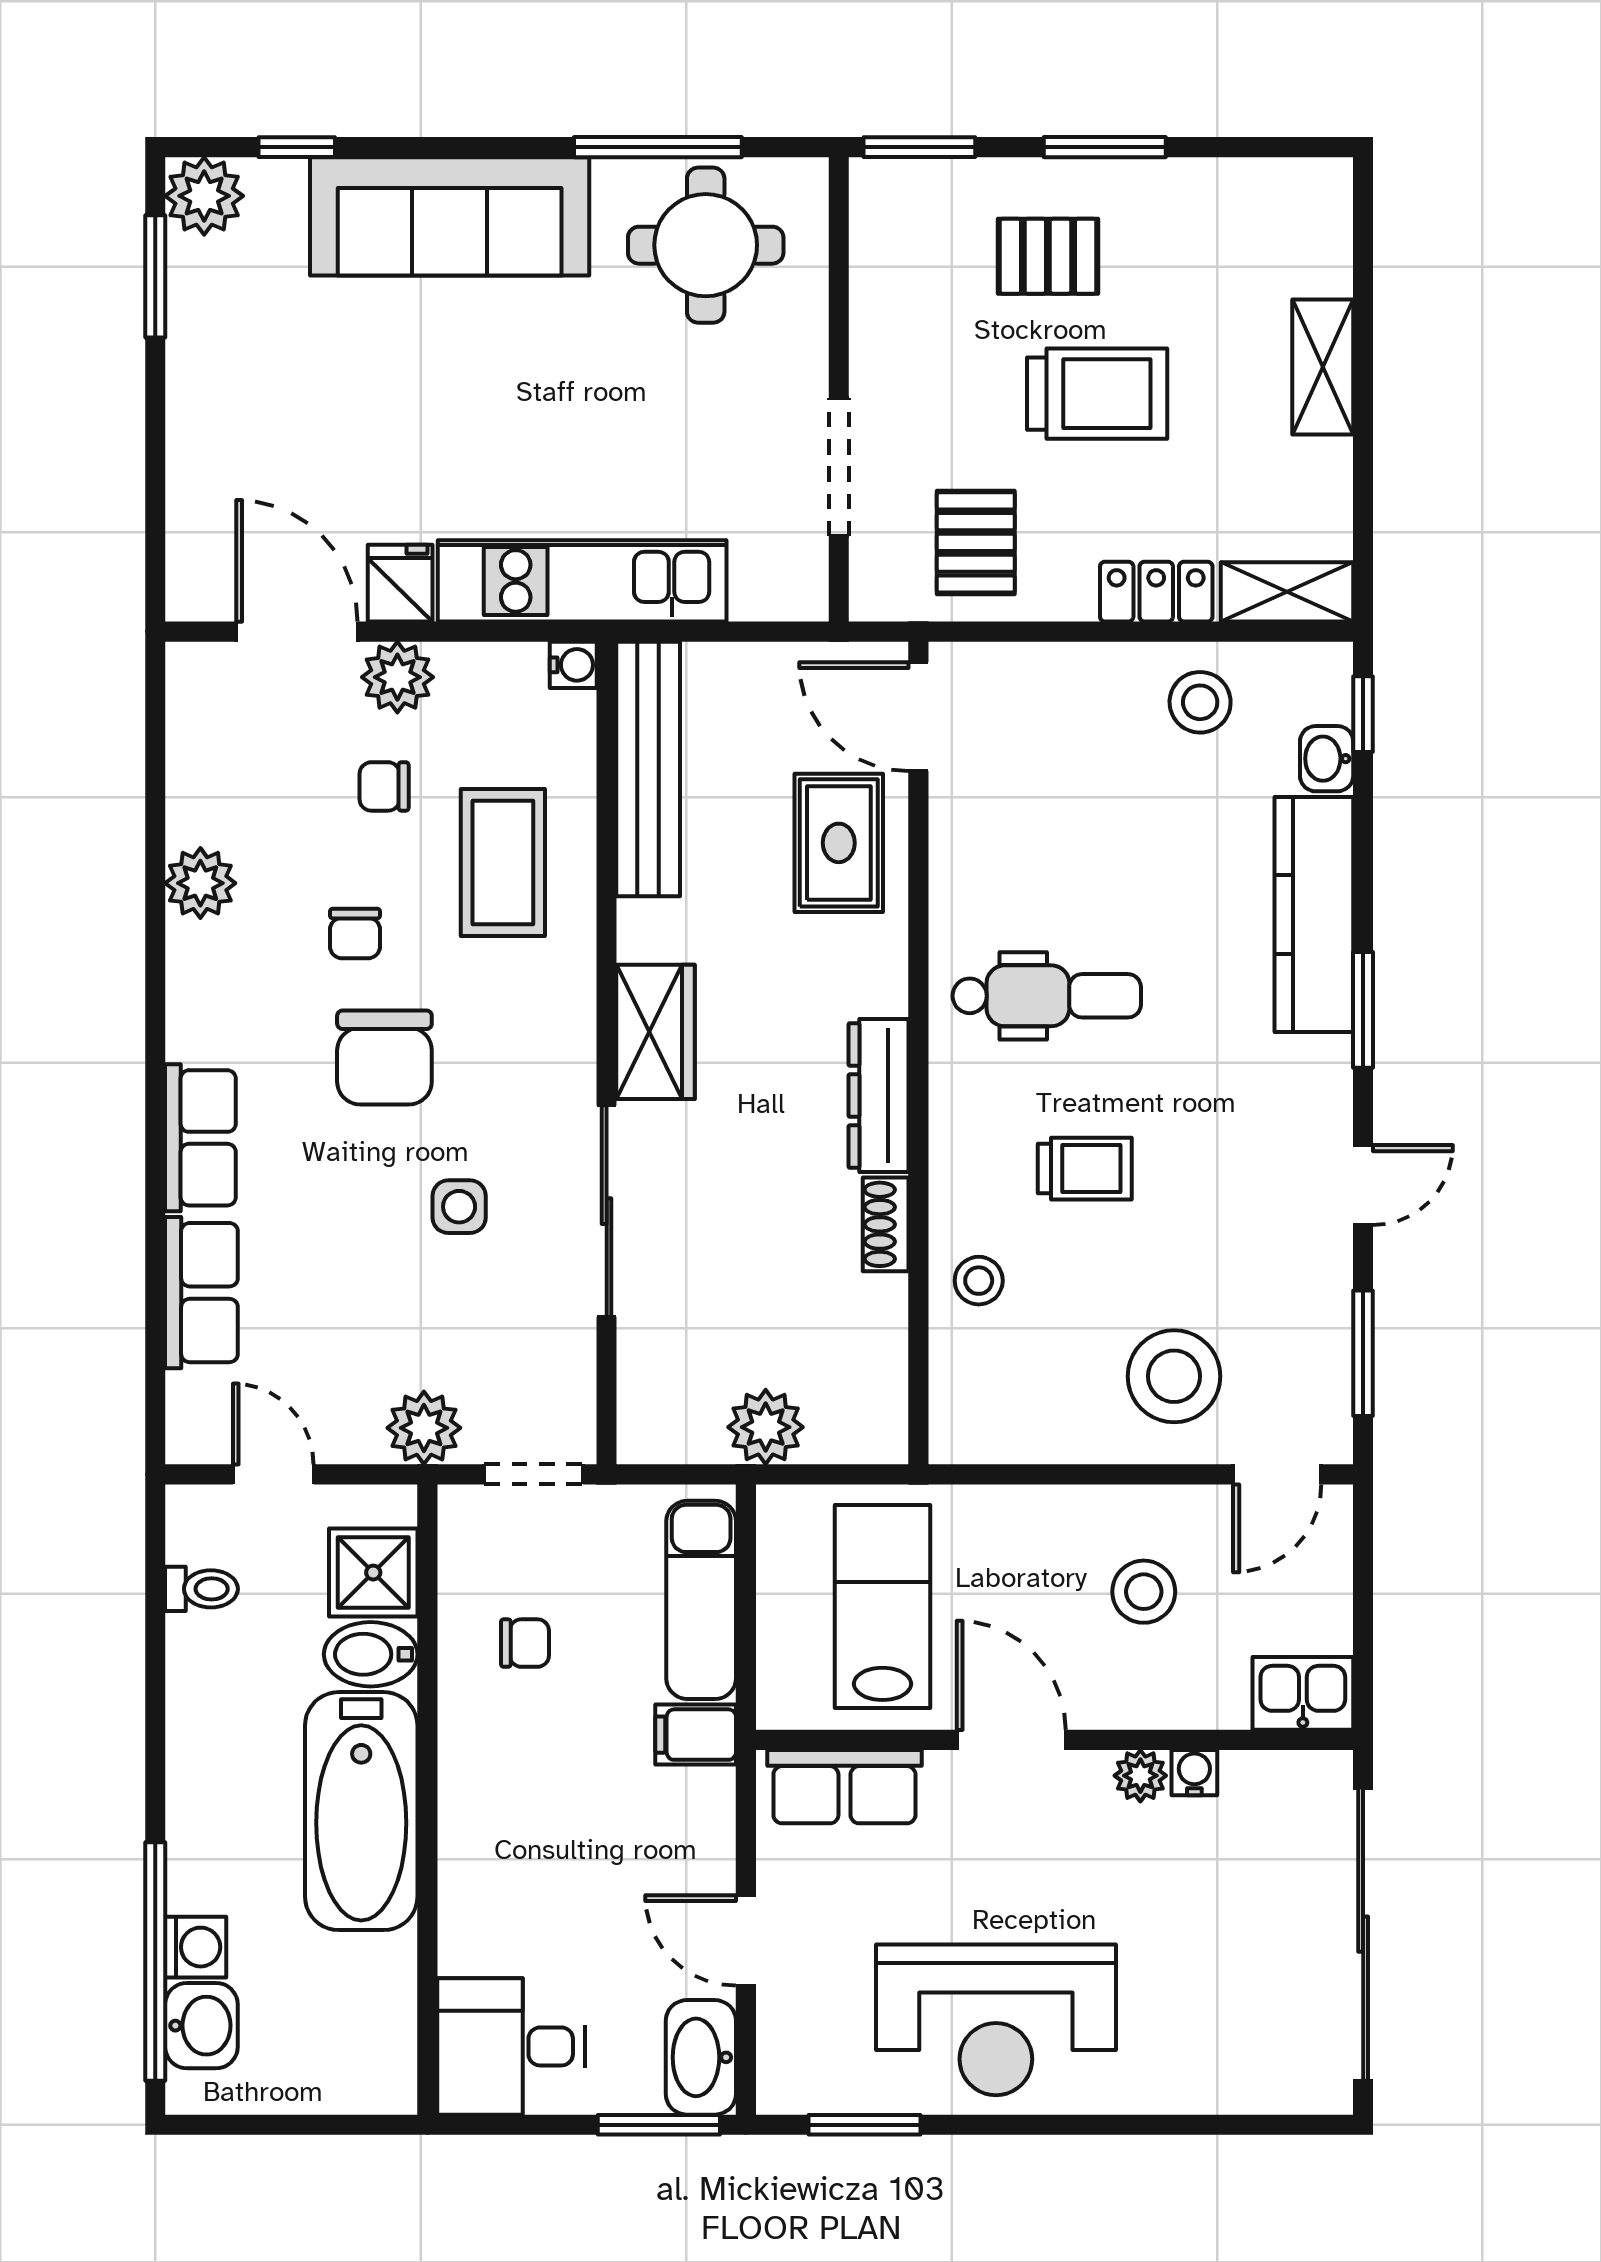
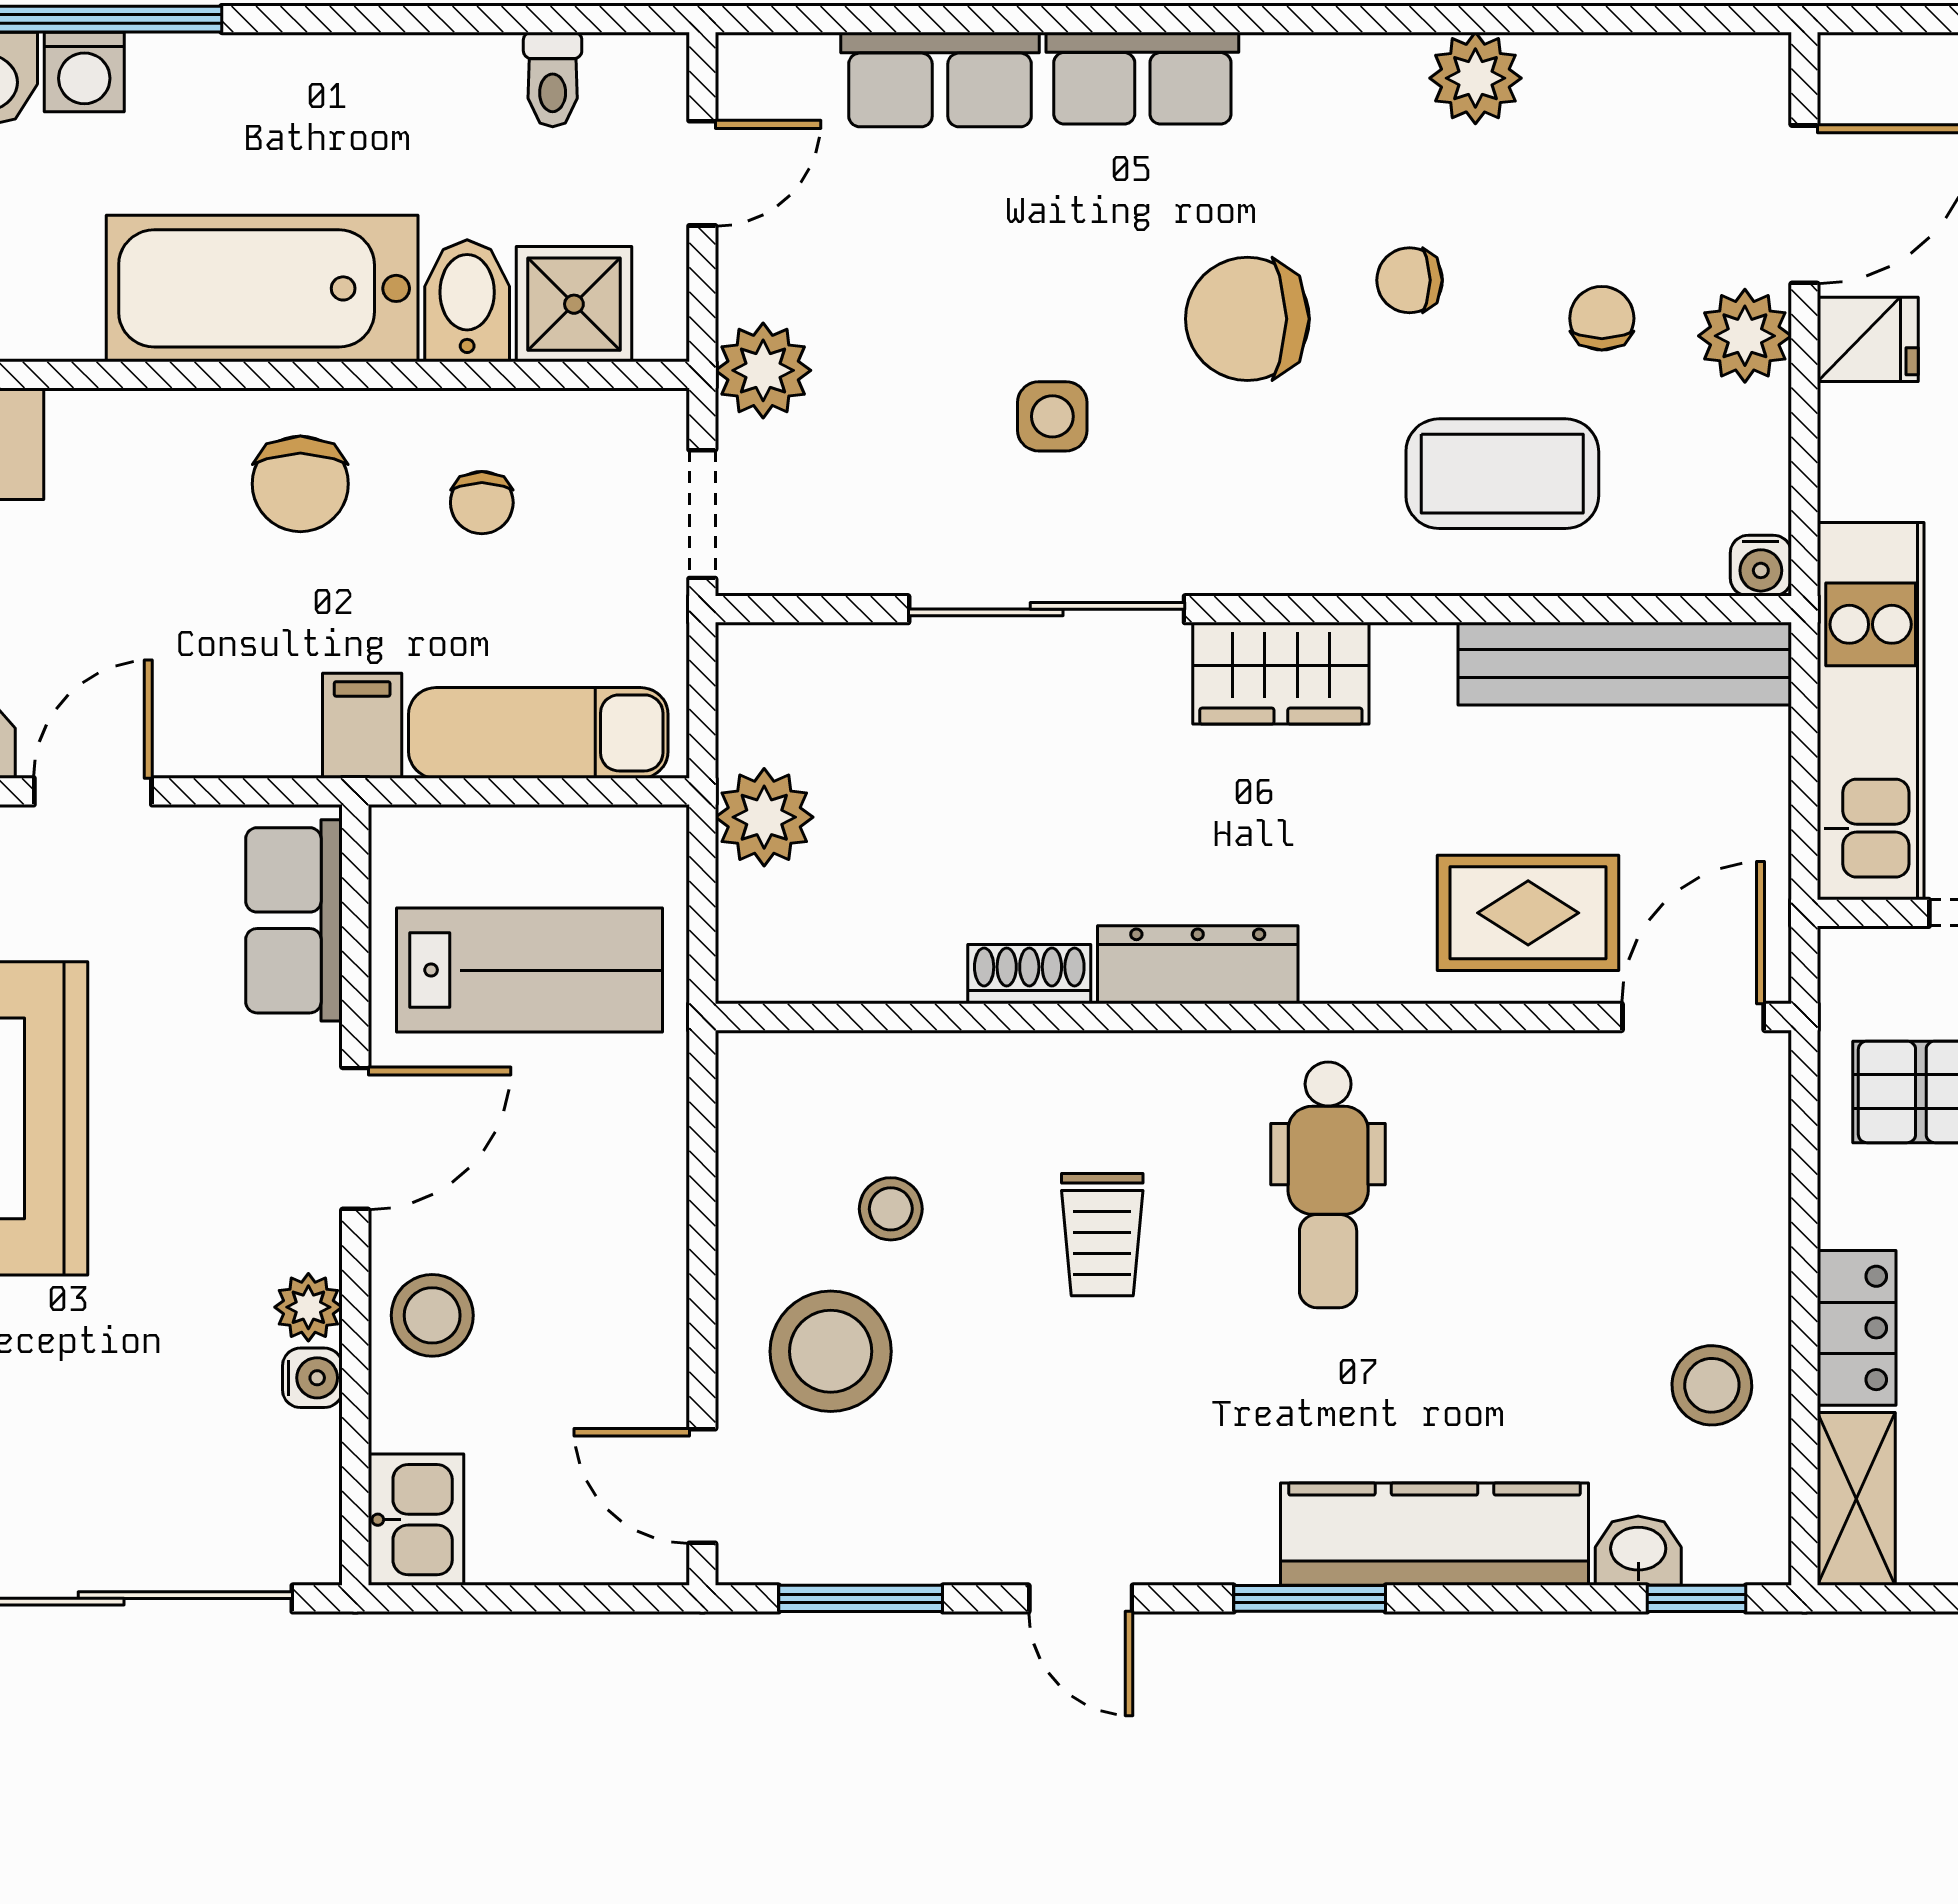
kitchen unit: (582, 581) -> (1871, 711), moved
stool: (979, 1281) -> (891, 1209), moved
stool: (1144, 1592) -> (432, 1315), moved
chair: (511, 1782) -> (300, 484), added

